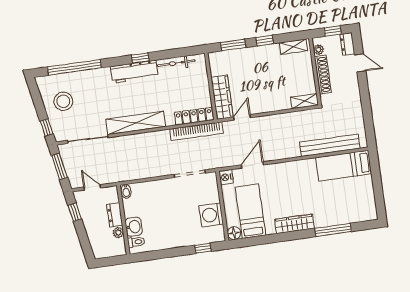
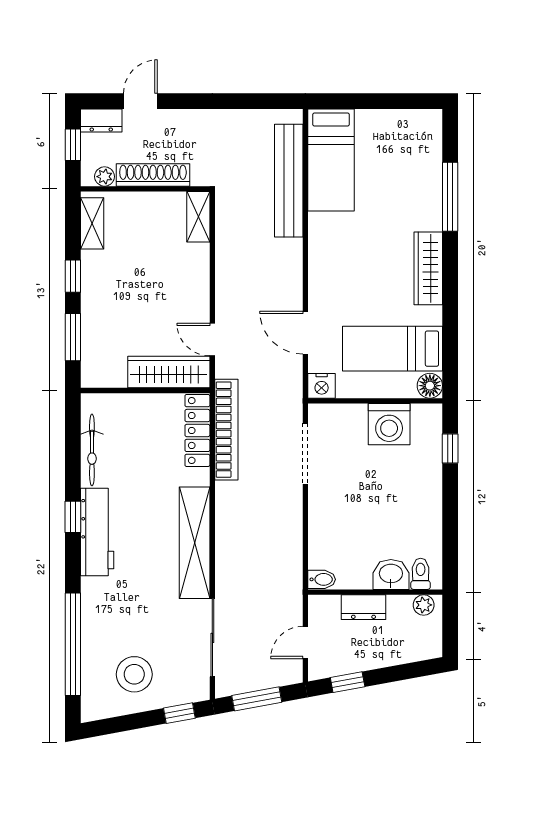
plant: (118, 233) -> (424, 605), moved

